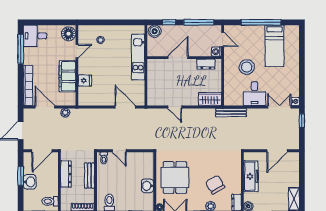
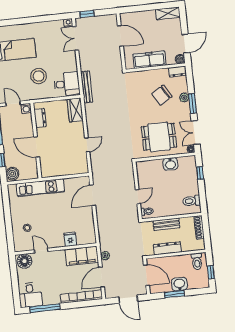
door: (223, 39) -> (13, 104), hinge flipped
filing cabinet: (67, 76) -> (82, 256), moved
desk: (255, 94) -> (67, 84), moved

